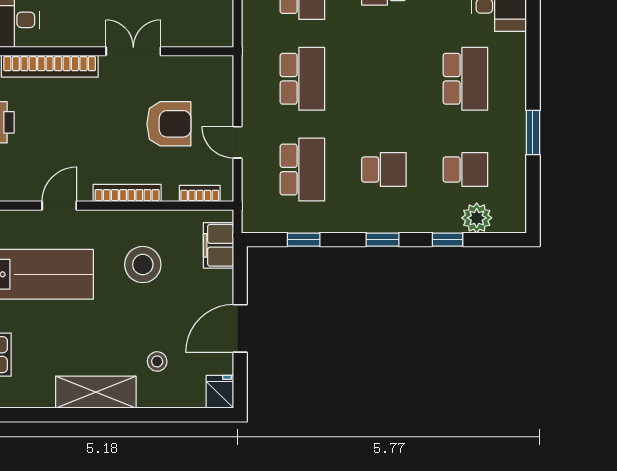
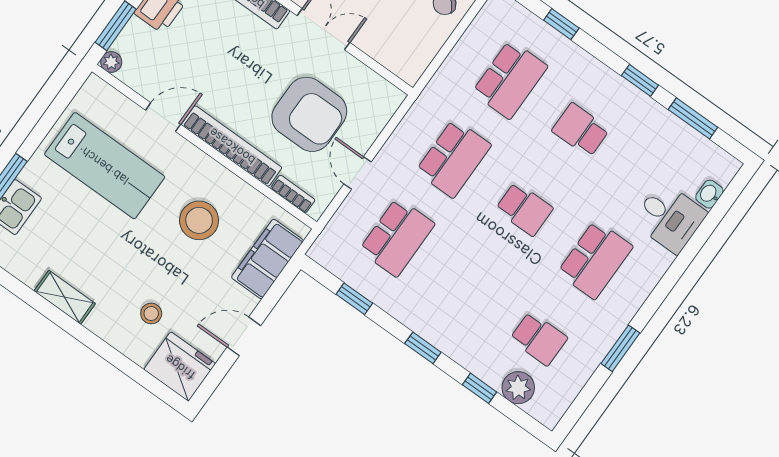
armchair: (169, 124) -> (309, 114), width x1.36, depth x1.36
school desk: (384, 170) -> (524, 209), moved
bookcase: (127, 193) -> (232, 146), width x1.48, depth x1.31
filing cabinet: (218, 245) -> (267, 259), width x1.50, depth x1.17
door: (240, 328) -> (244, 336), width x0.73
shelving: (96, 392) -> (65, 297), width x0.67, depth x0.75
fridge: (220, 392) -> (180, 367), width x1.88, depth x1.34

